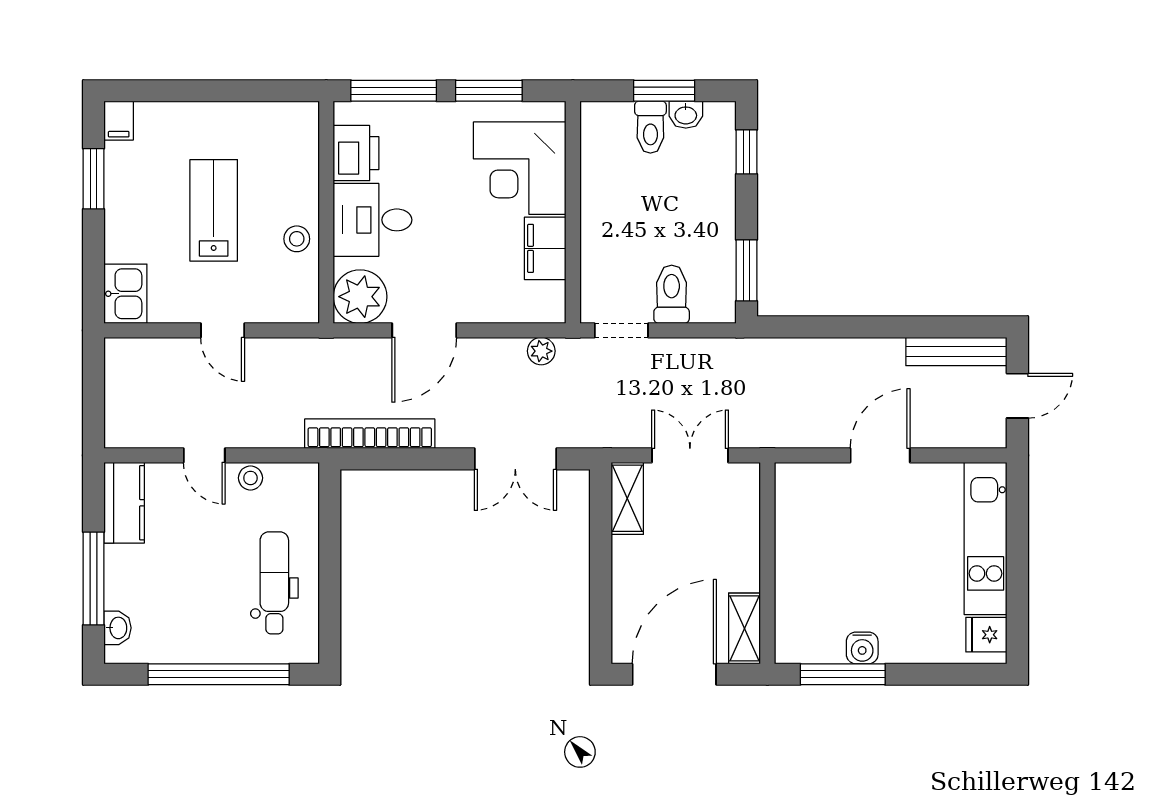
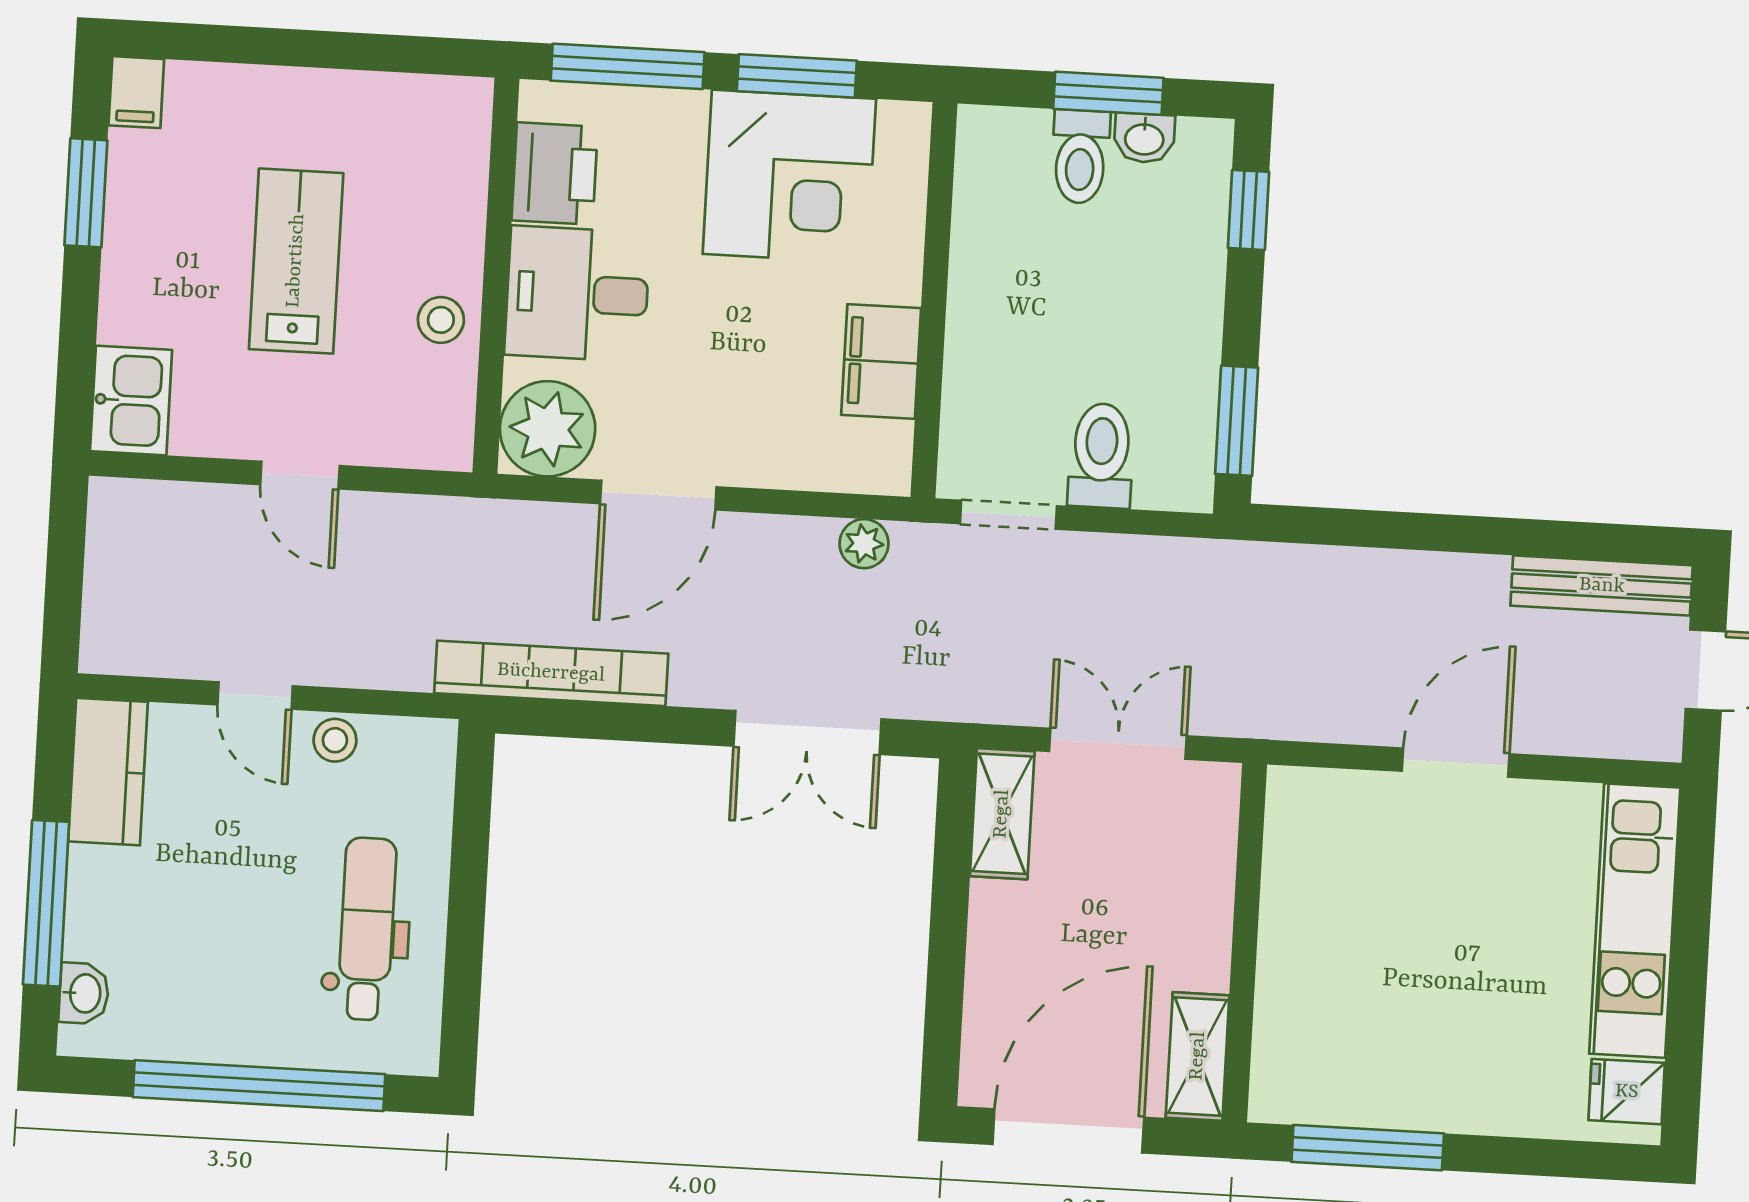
corner desk: (520, 168) -> (789, 176), moved, turned -90
water cooler: (862, 648) -> (1405, 1103), removed

